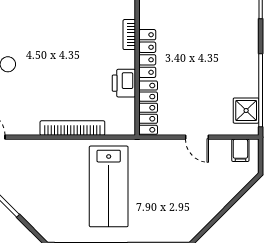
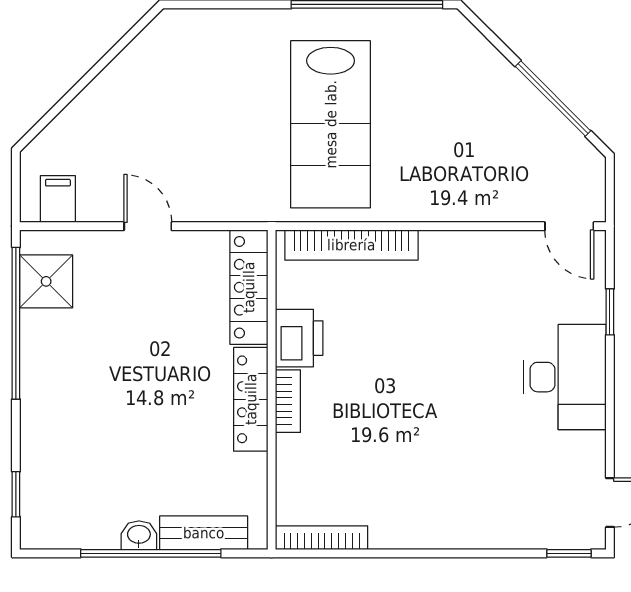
bookcase: (129, 35) -> (288, 401), moved
bookcase: (72, 128) -> (351, 245), moved
lab bench: (109, 186) -> (331, 124), turned 180

